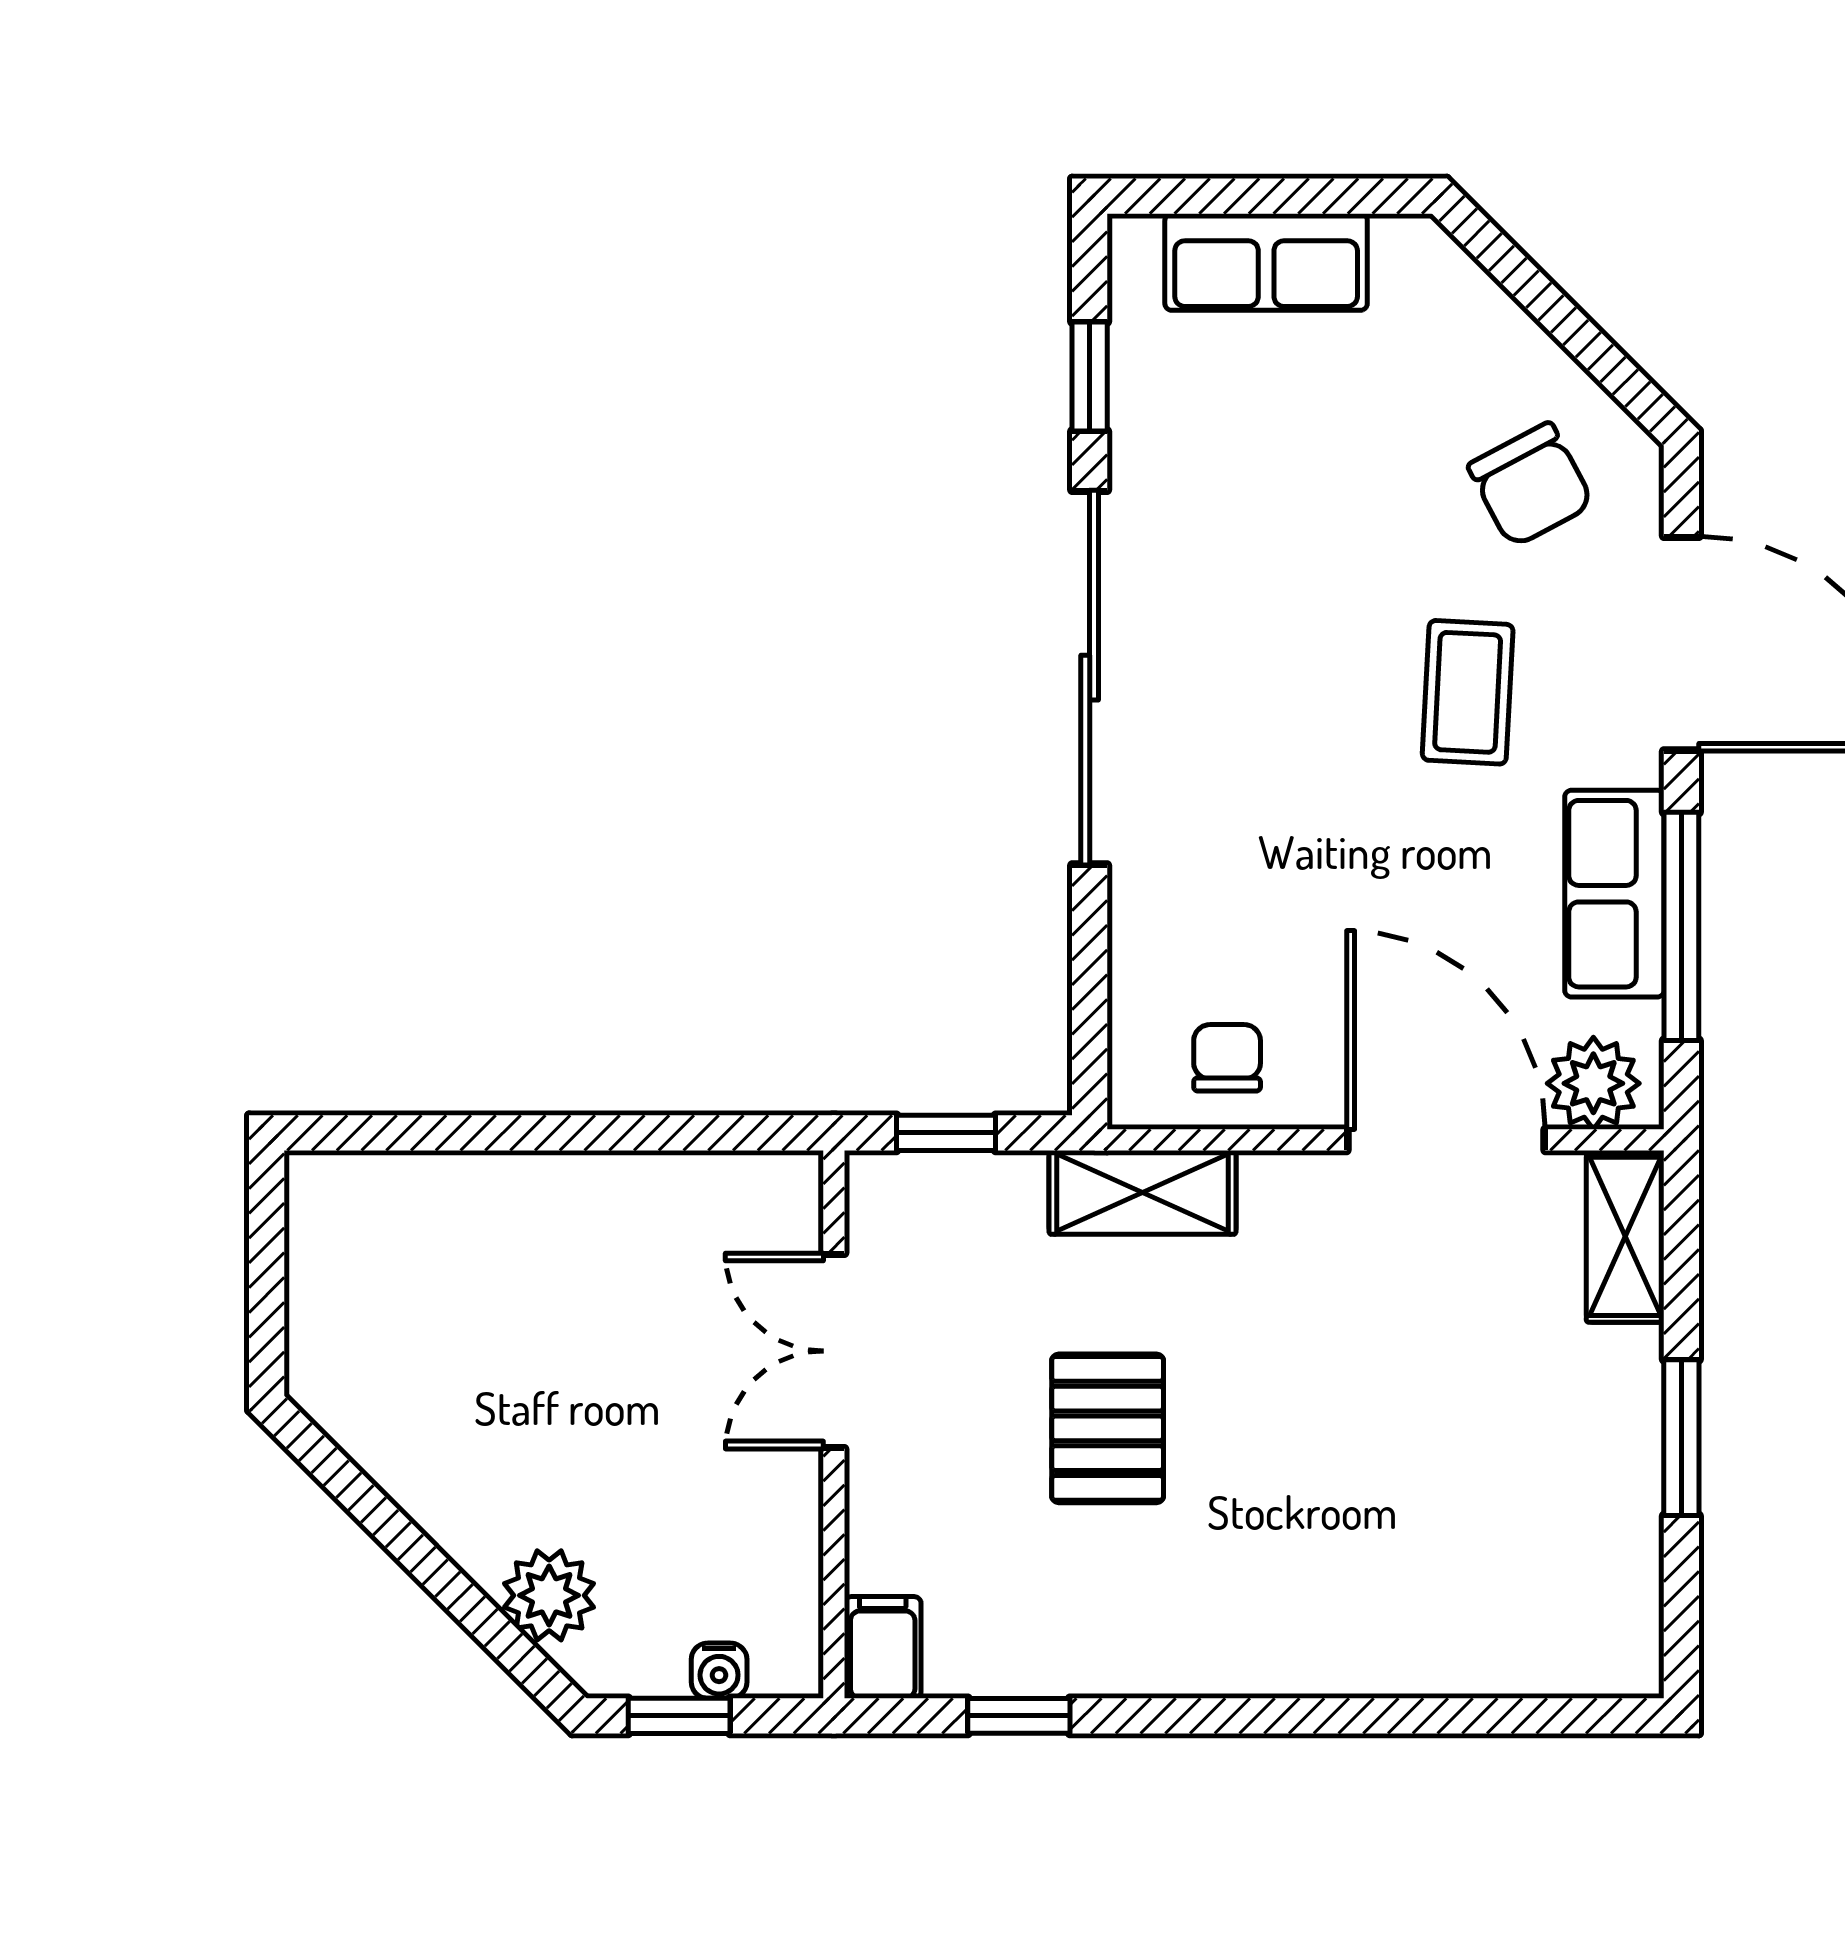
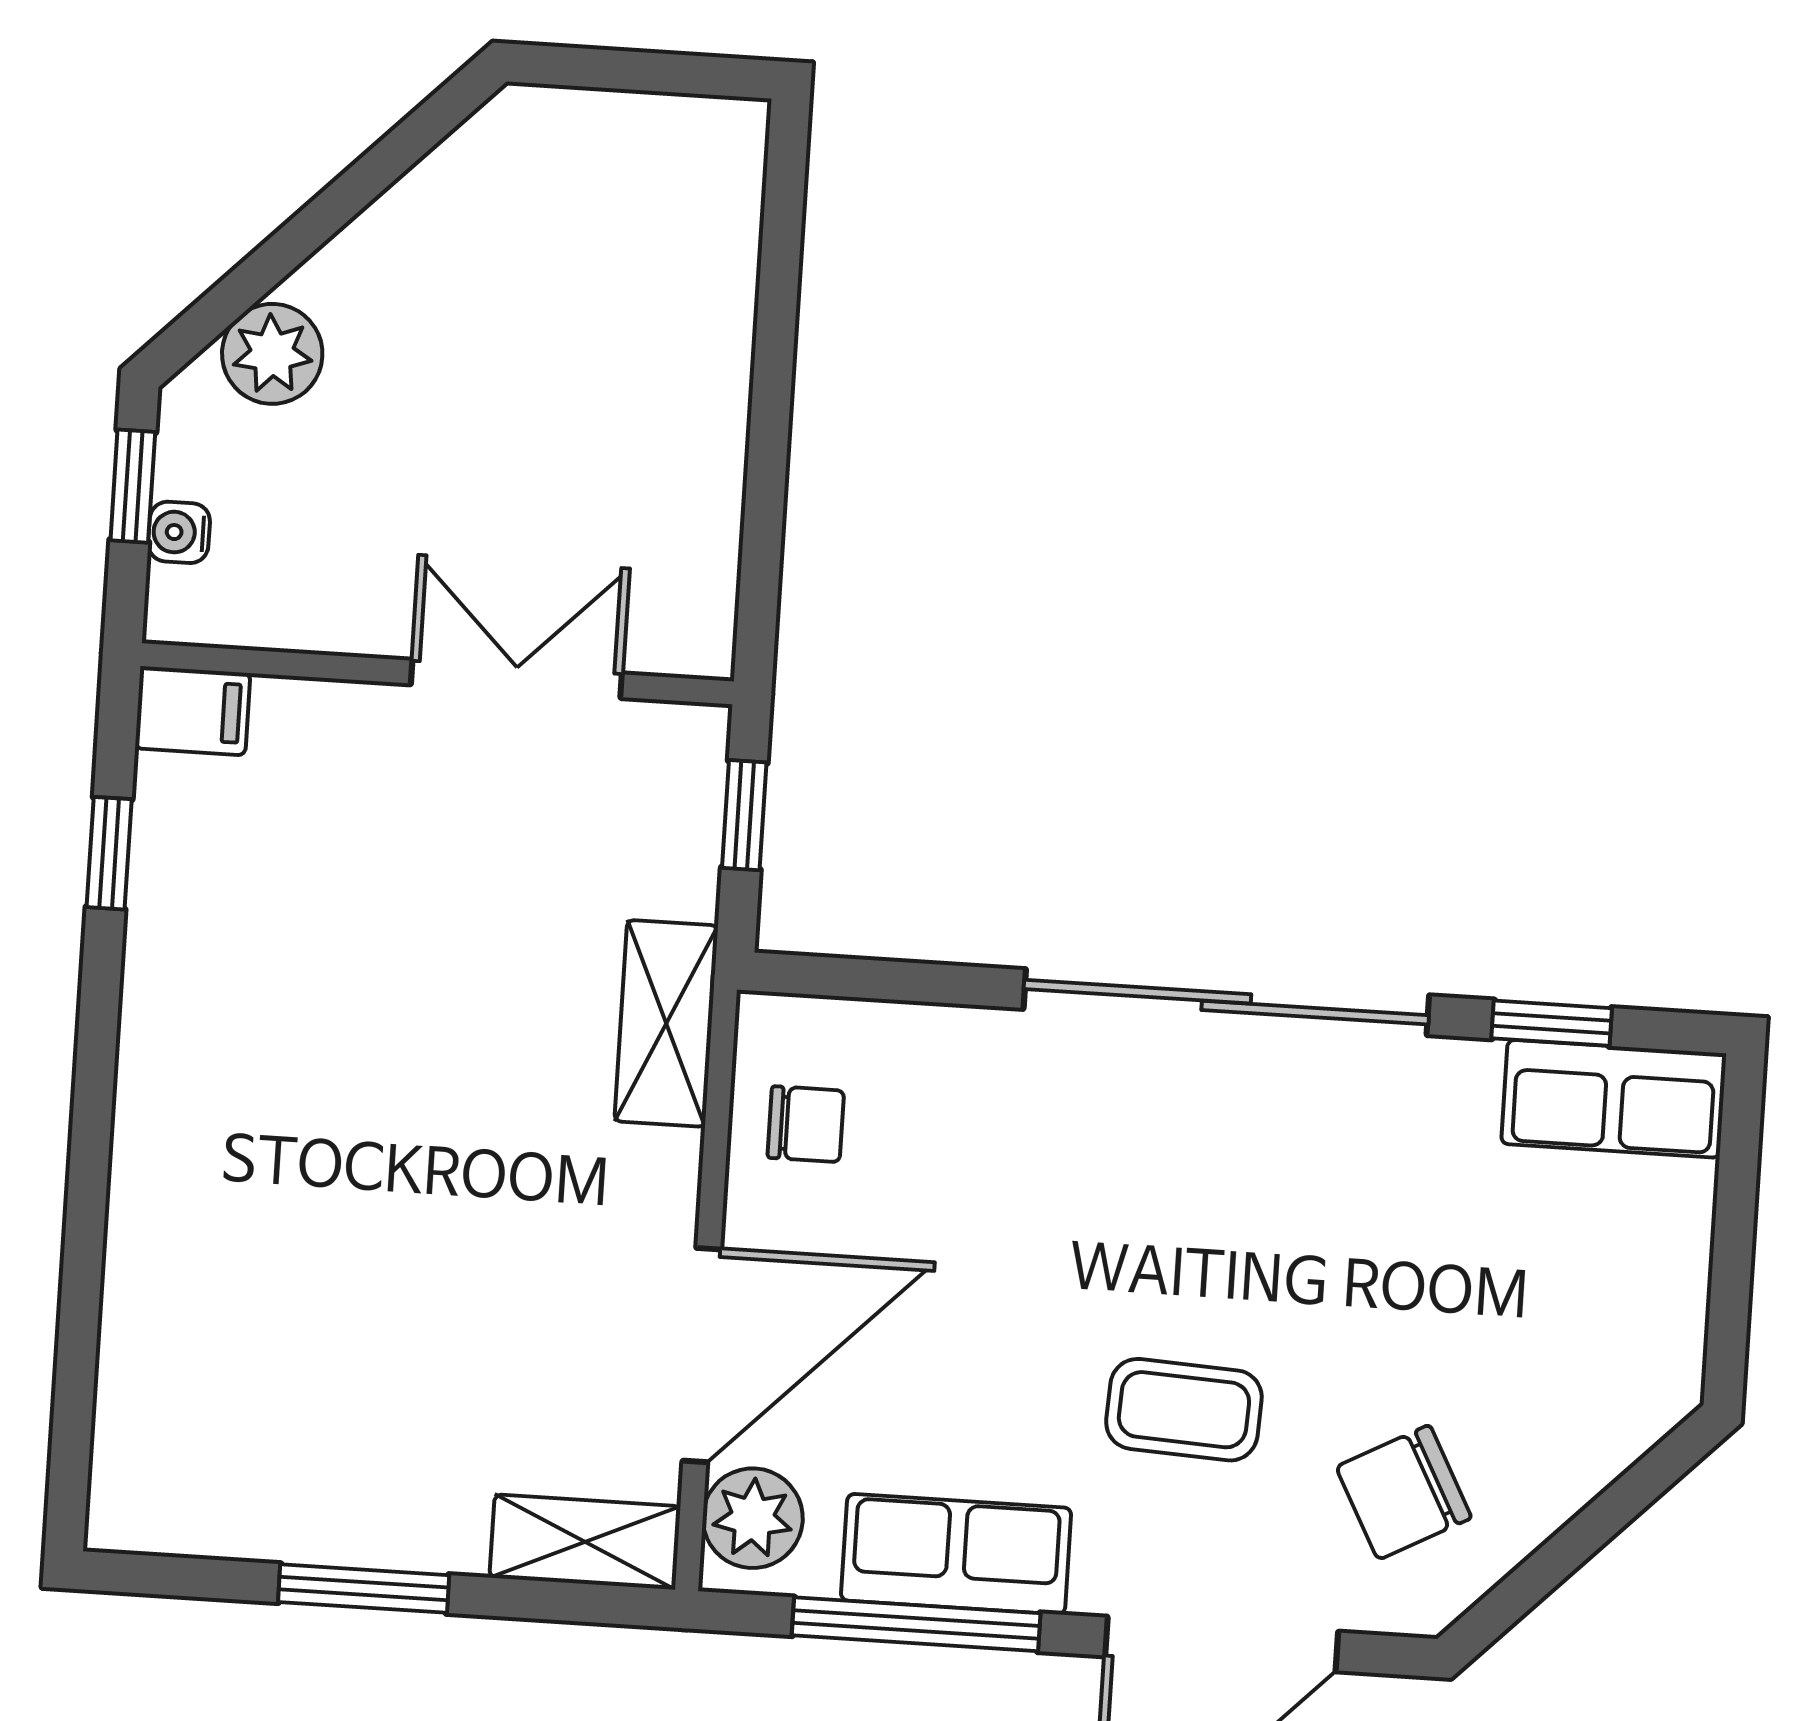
row of seats: (1266, 262) -> (1614, 1099), moved, turned -90
pallet: (1108, 1428) -> (414, 969), removed

